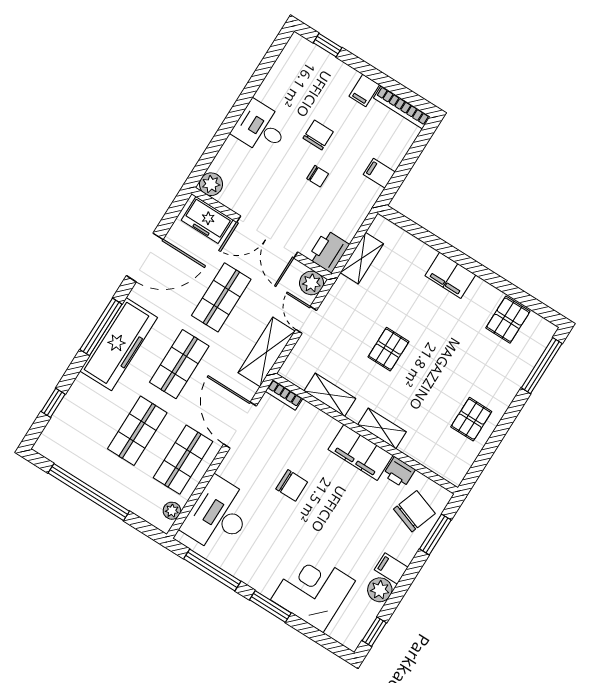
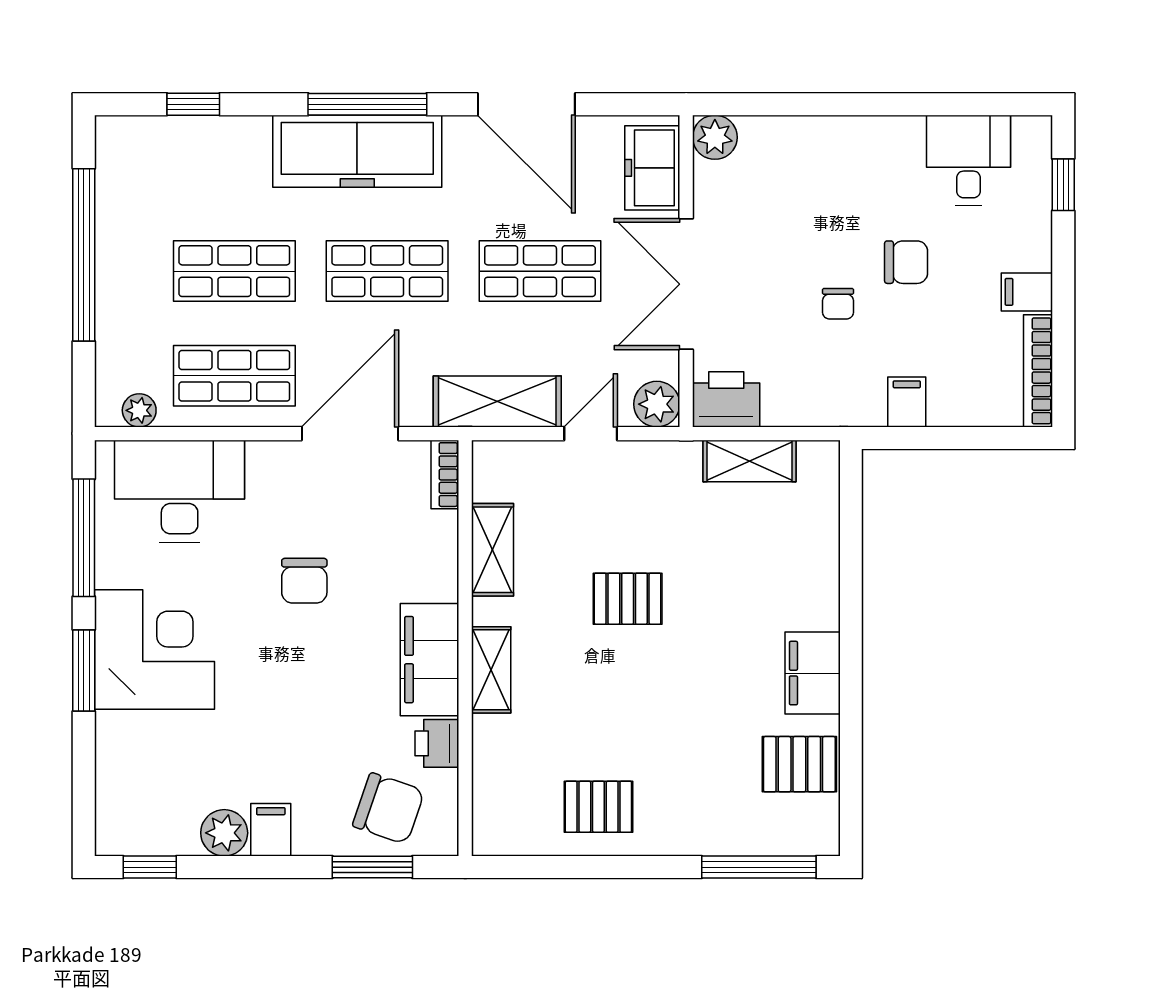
desk: (260, 128) -> (968, 160), moved
filing cabinet: (450, 275) -> (813, 673), moved
corner desk: (313, 590) -> (155, 649), moved

